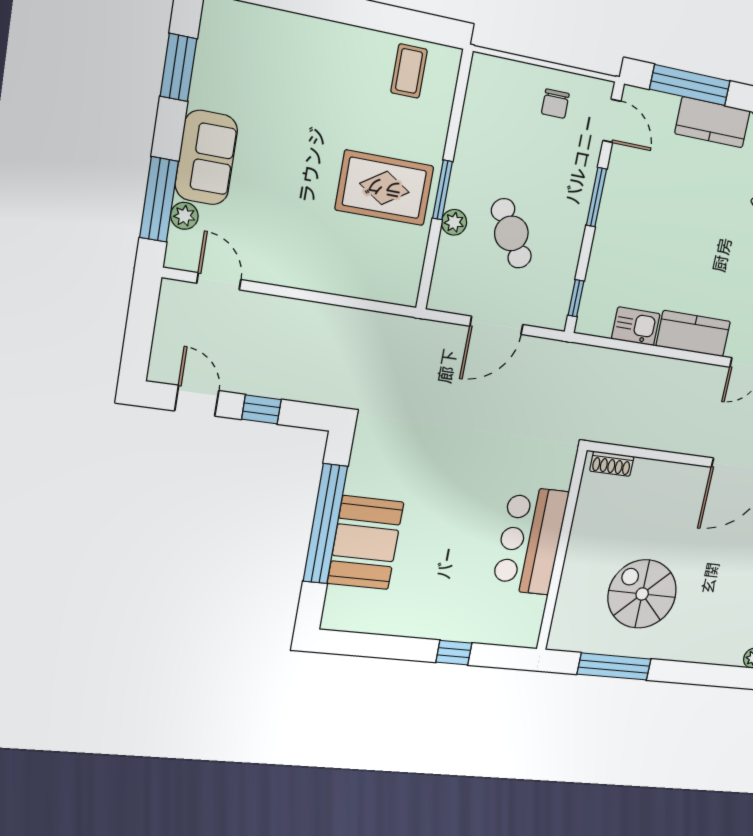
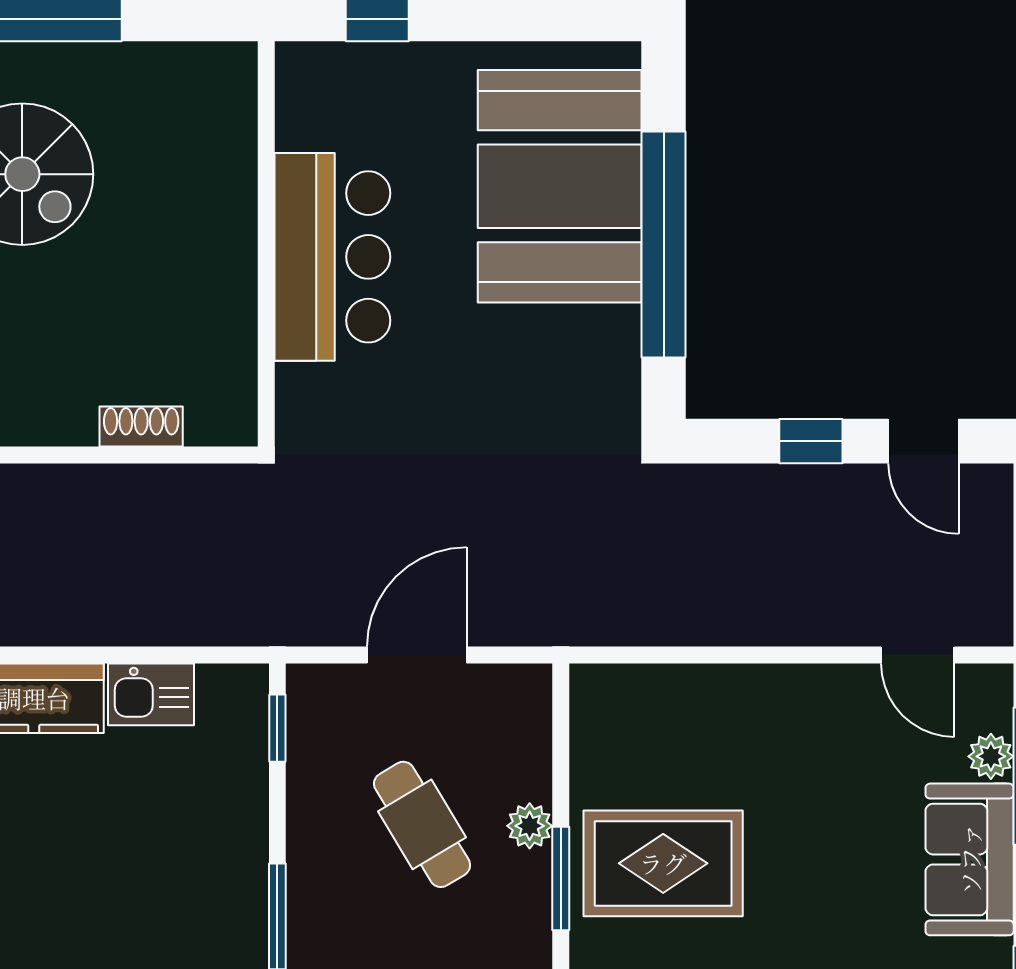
bar counter: (530, 541) -> (332, 257), moved
booth: (366, 543) -> (560, 186), width x1.36, depth x1.42
wall: (562, 551) -> (266, 244), moved

